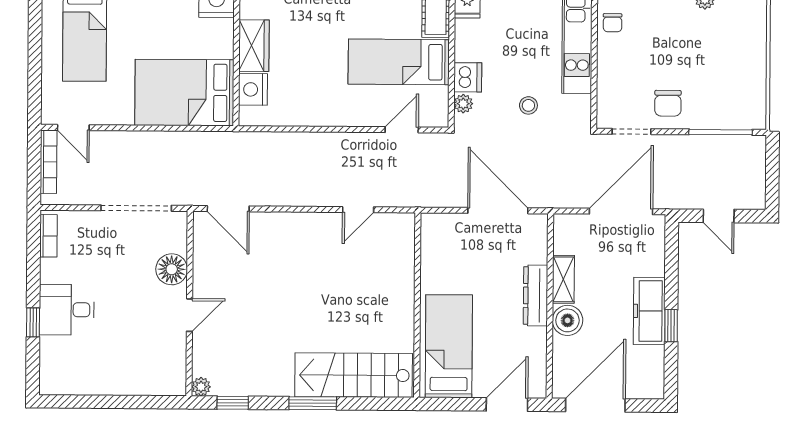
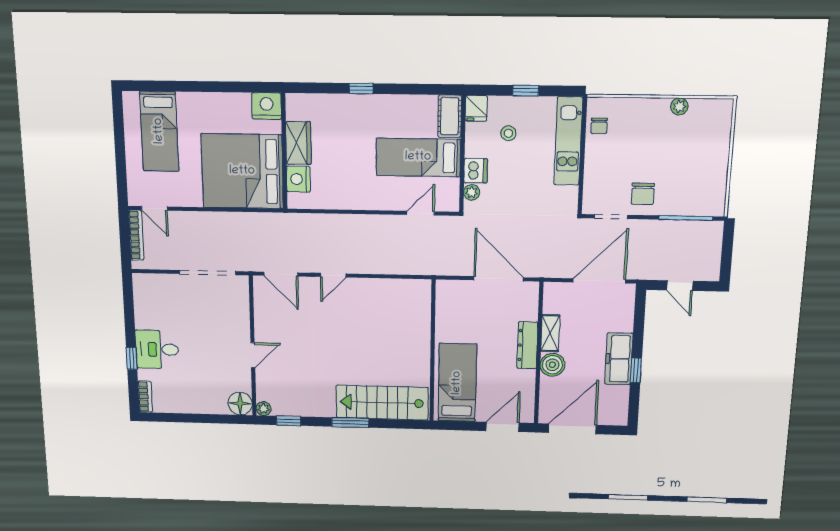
bed: (184, 93) -> (242, 171), width x1.36
stool: (528, 105) -> (508, 133), moved
door: (358, 210) -> (333, 275), moved
bookcase: (48, 236) -> (145, 397), moved
floor lamp: (172, 269) -> (240, 403), moved

